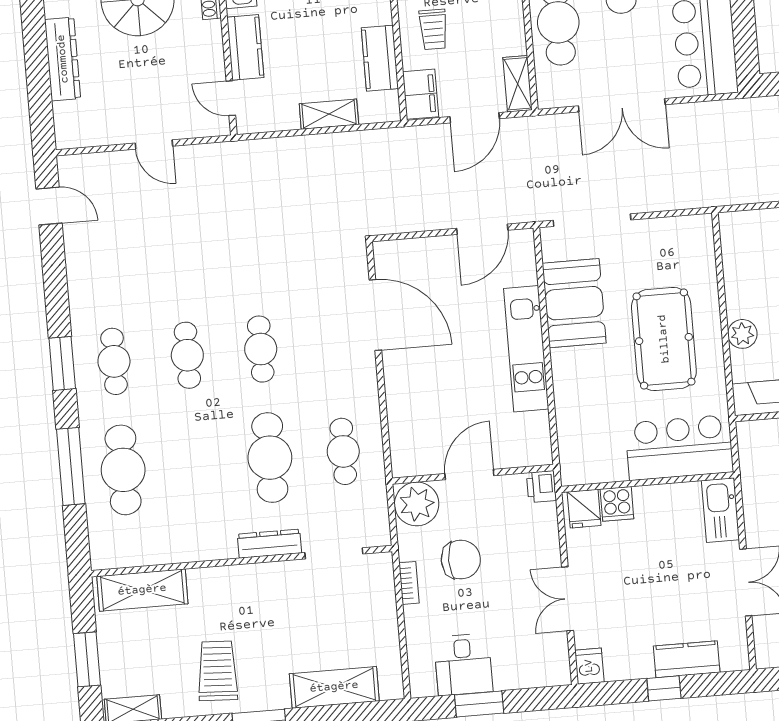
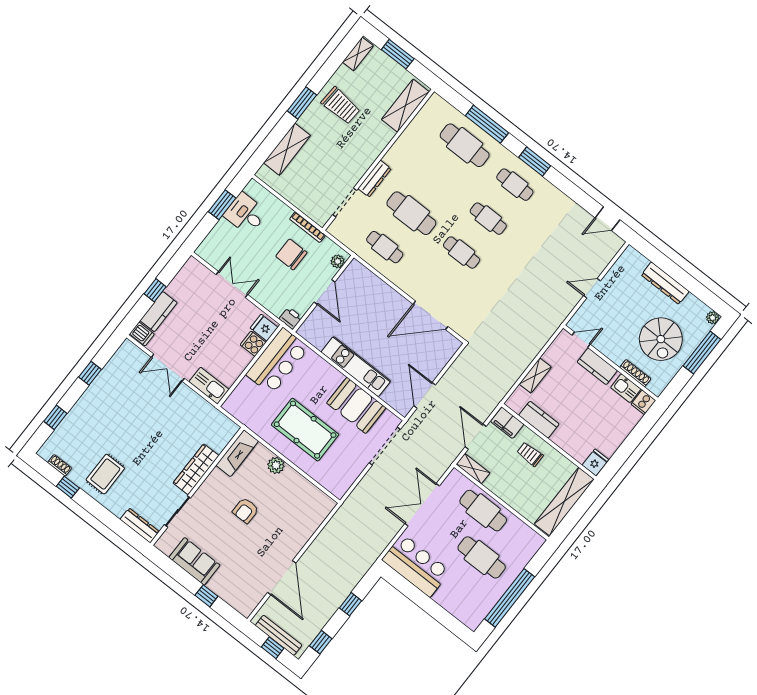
bar counter: (679, 448) -> (277, 361), moved
plant: (417, 504) -> (338, 261), width x0.53, depth x0.53
chair: (461, 560) -> (291, 254), turned 90
bookcase: (409, 583) -> (307, 227), width x1.56
dishwasher: (589, 666) -> (142, 334), moved

